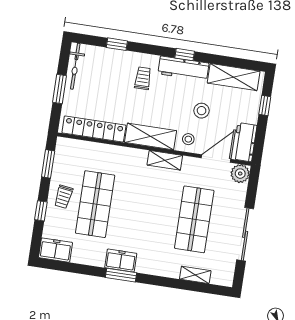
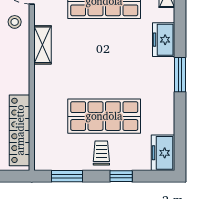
shelving: (151, 137) -> (18, 65), removed
trolley: (63, 197) -> (101, 153), turned -98
freezer: (121, 261) -> (164, 40), moved

